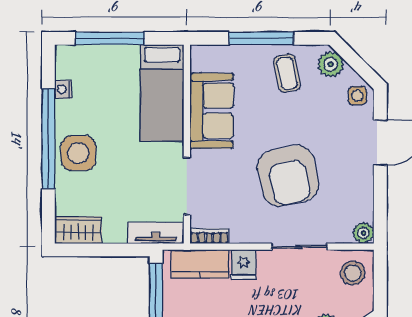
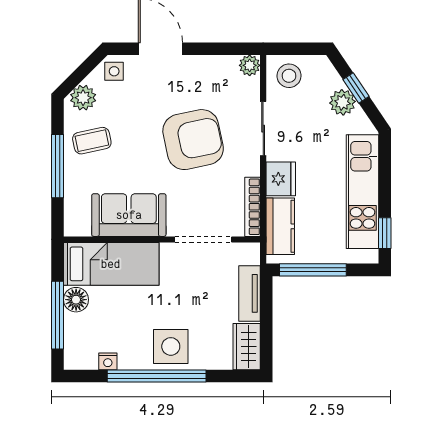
floor lamp: (126, 57) -> (76, 300), added
tv unit: (156, 233) -> (249, 293), moved
bookcase: (209, 236) -> (252, 207), width x1.56
fridge: (243, 265) -> (281, 179), width x1.38

